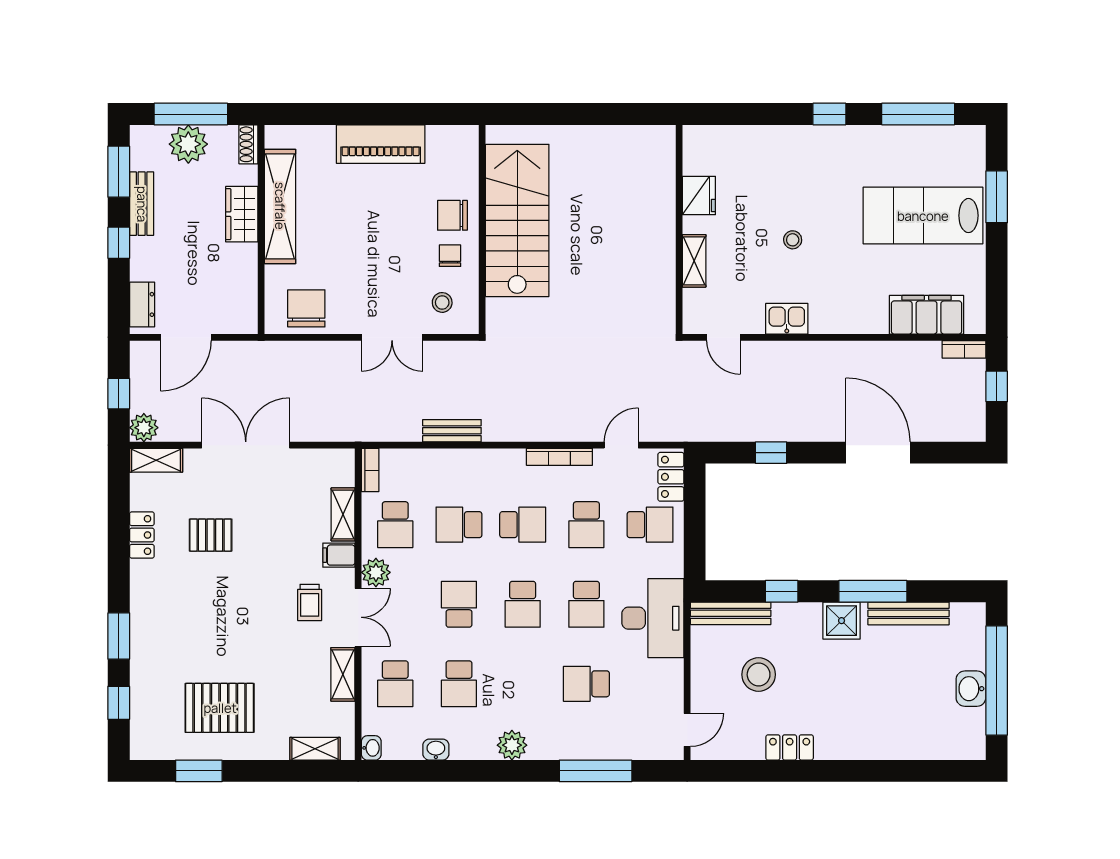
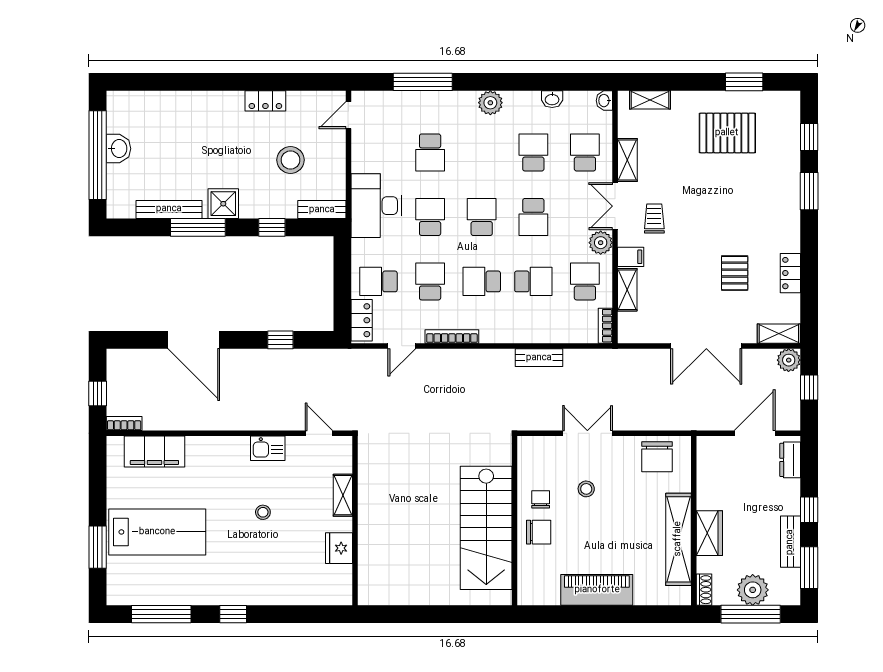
chair: (450, 256) -> (541, 499), turned 180
stool: (442, 302) -> (586, 489), moved
pallet: (211, 535) -> (735, 273), turned 90
bench: (731, 613) -> (322, 210), width x0.73
school desk: (586, 684) -> (430, 152), turned 90

